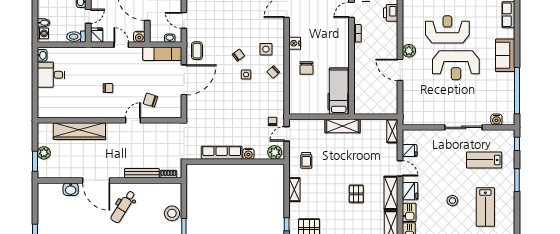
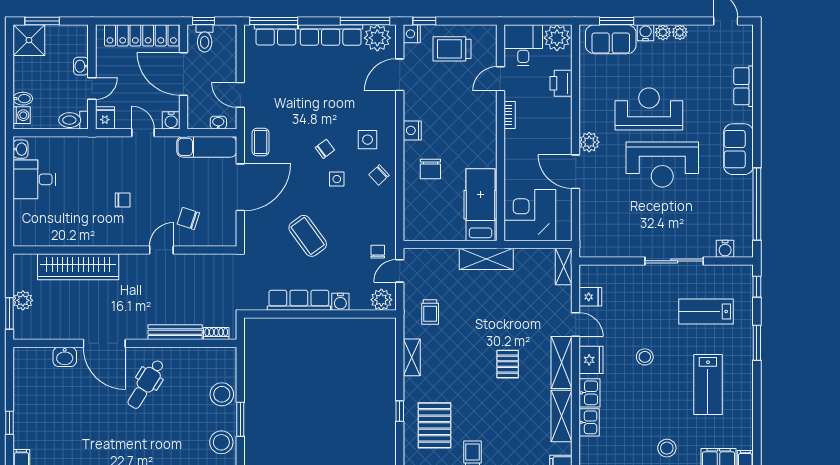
corner desk: (371, 98) -> (530, 215), added
coffee table: (227, 111) -> (308, 236), added
stool: (452, 201) -> (645, 357), moved

